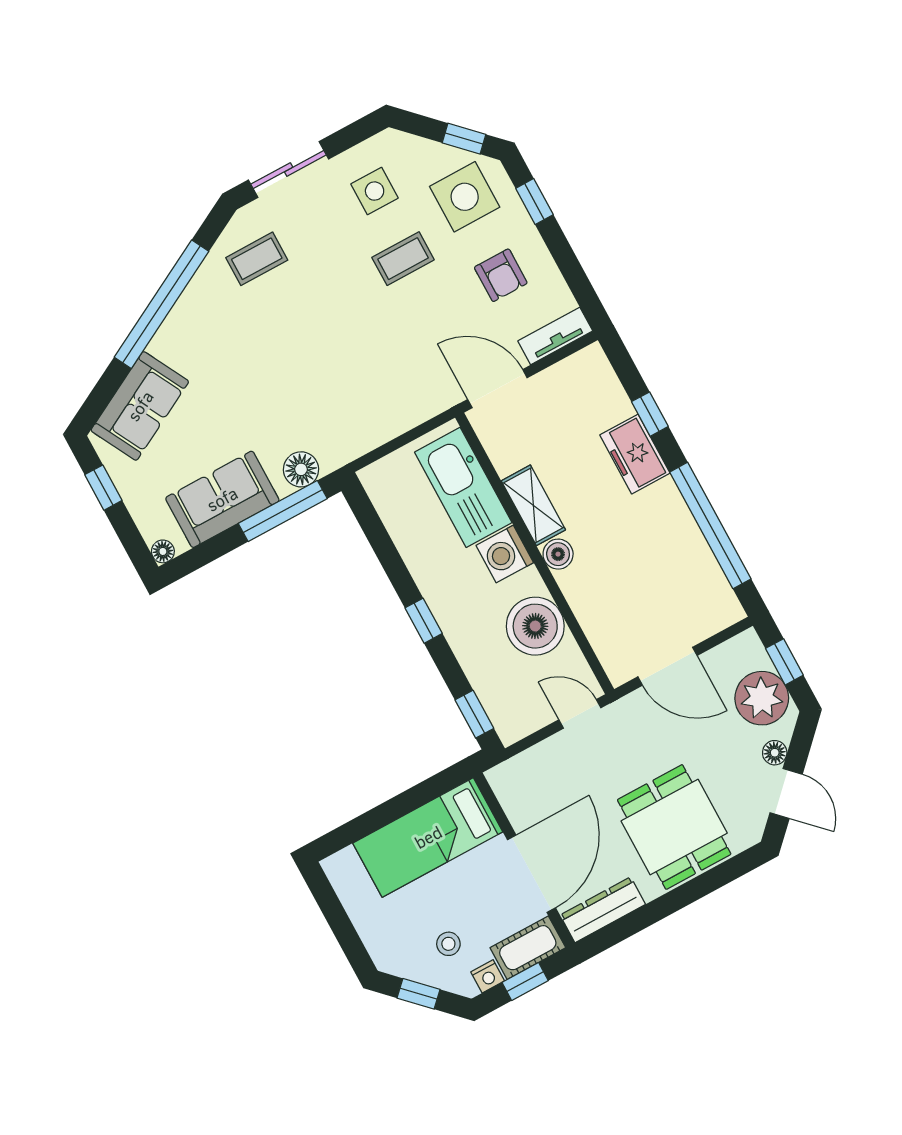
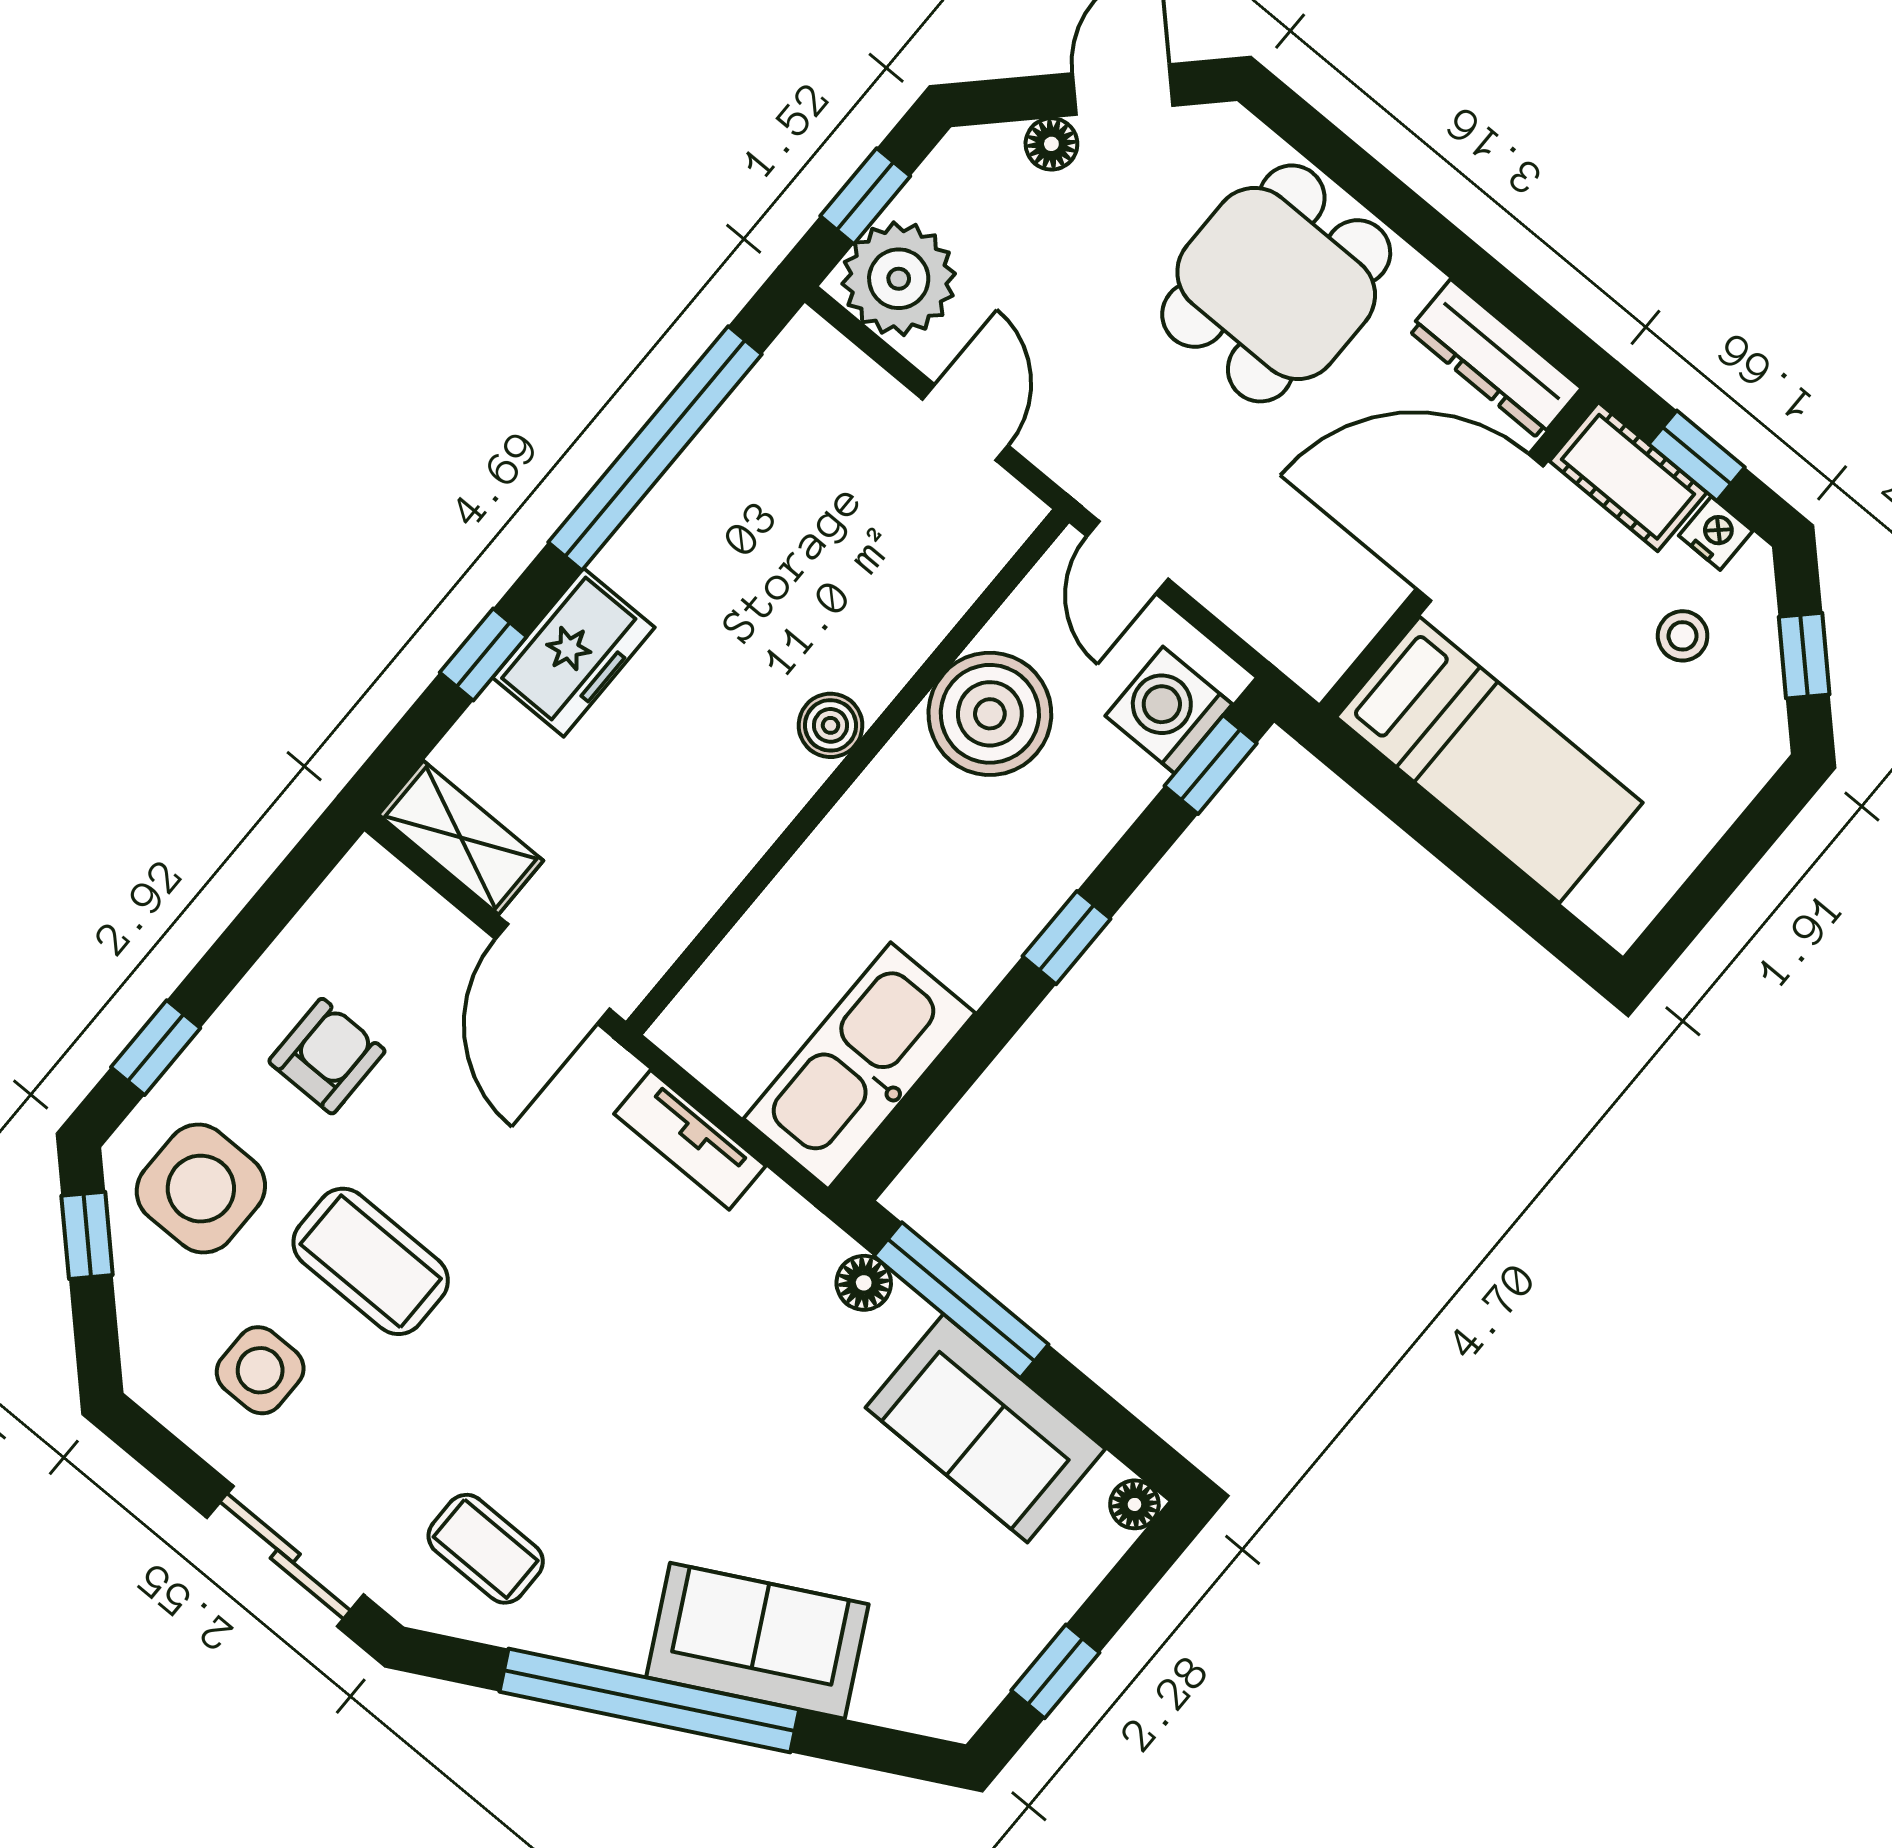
coffee table: (403, 259) -> (371, 1261), width x1.36, depth x1.30
tv unit: (555, 336) -> (690, 1140), moved
sofa: (140, 406) -> (757, 1641), moved
floor lamp: (301, 469) -> (864, 1283), width x0.73, depth x0.73
kitchen sink: (463, 487) -> (859, 1066), moved, turned 180
shelving: (533, 505) -> (461, 838), moved, turned 90
washing machine: (505, 554) -> (1169, 710), moved, turned 180
door: (667, 666) -> (965, 422), width x0.73
plant: (762, 698) -> (899, 279), moved

